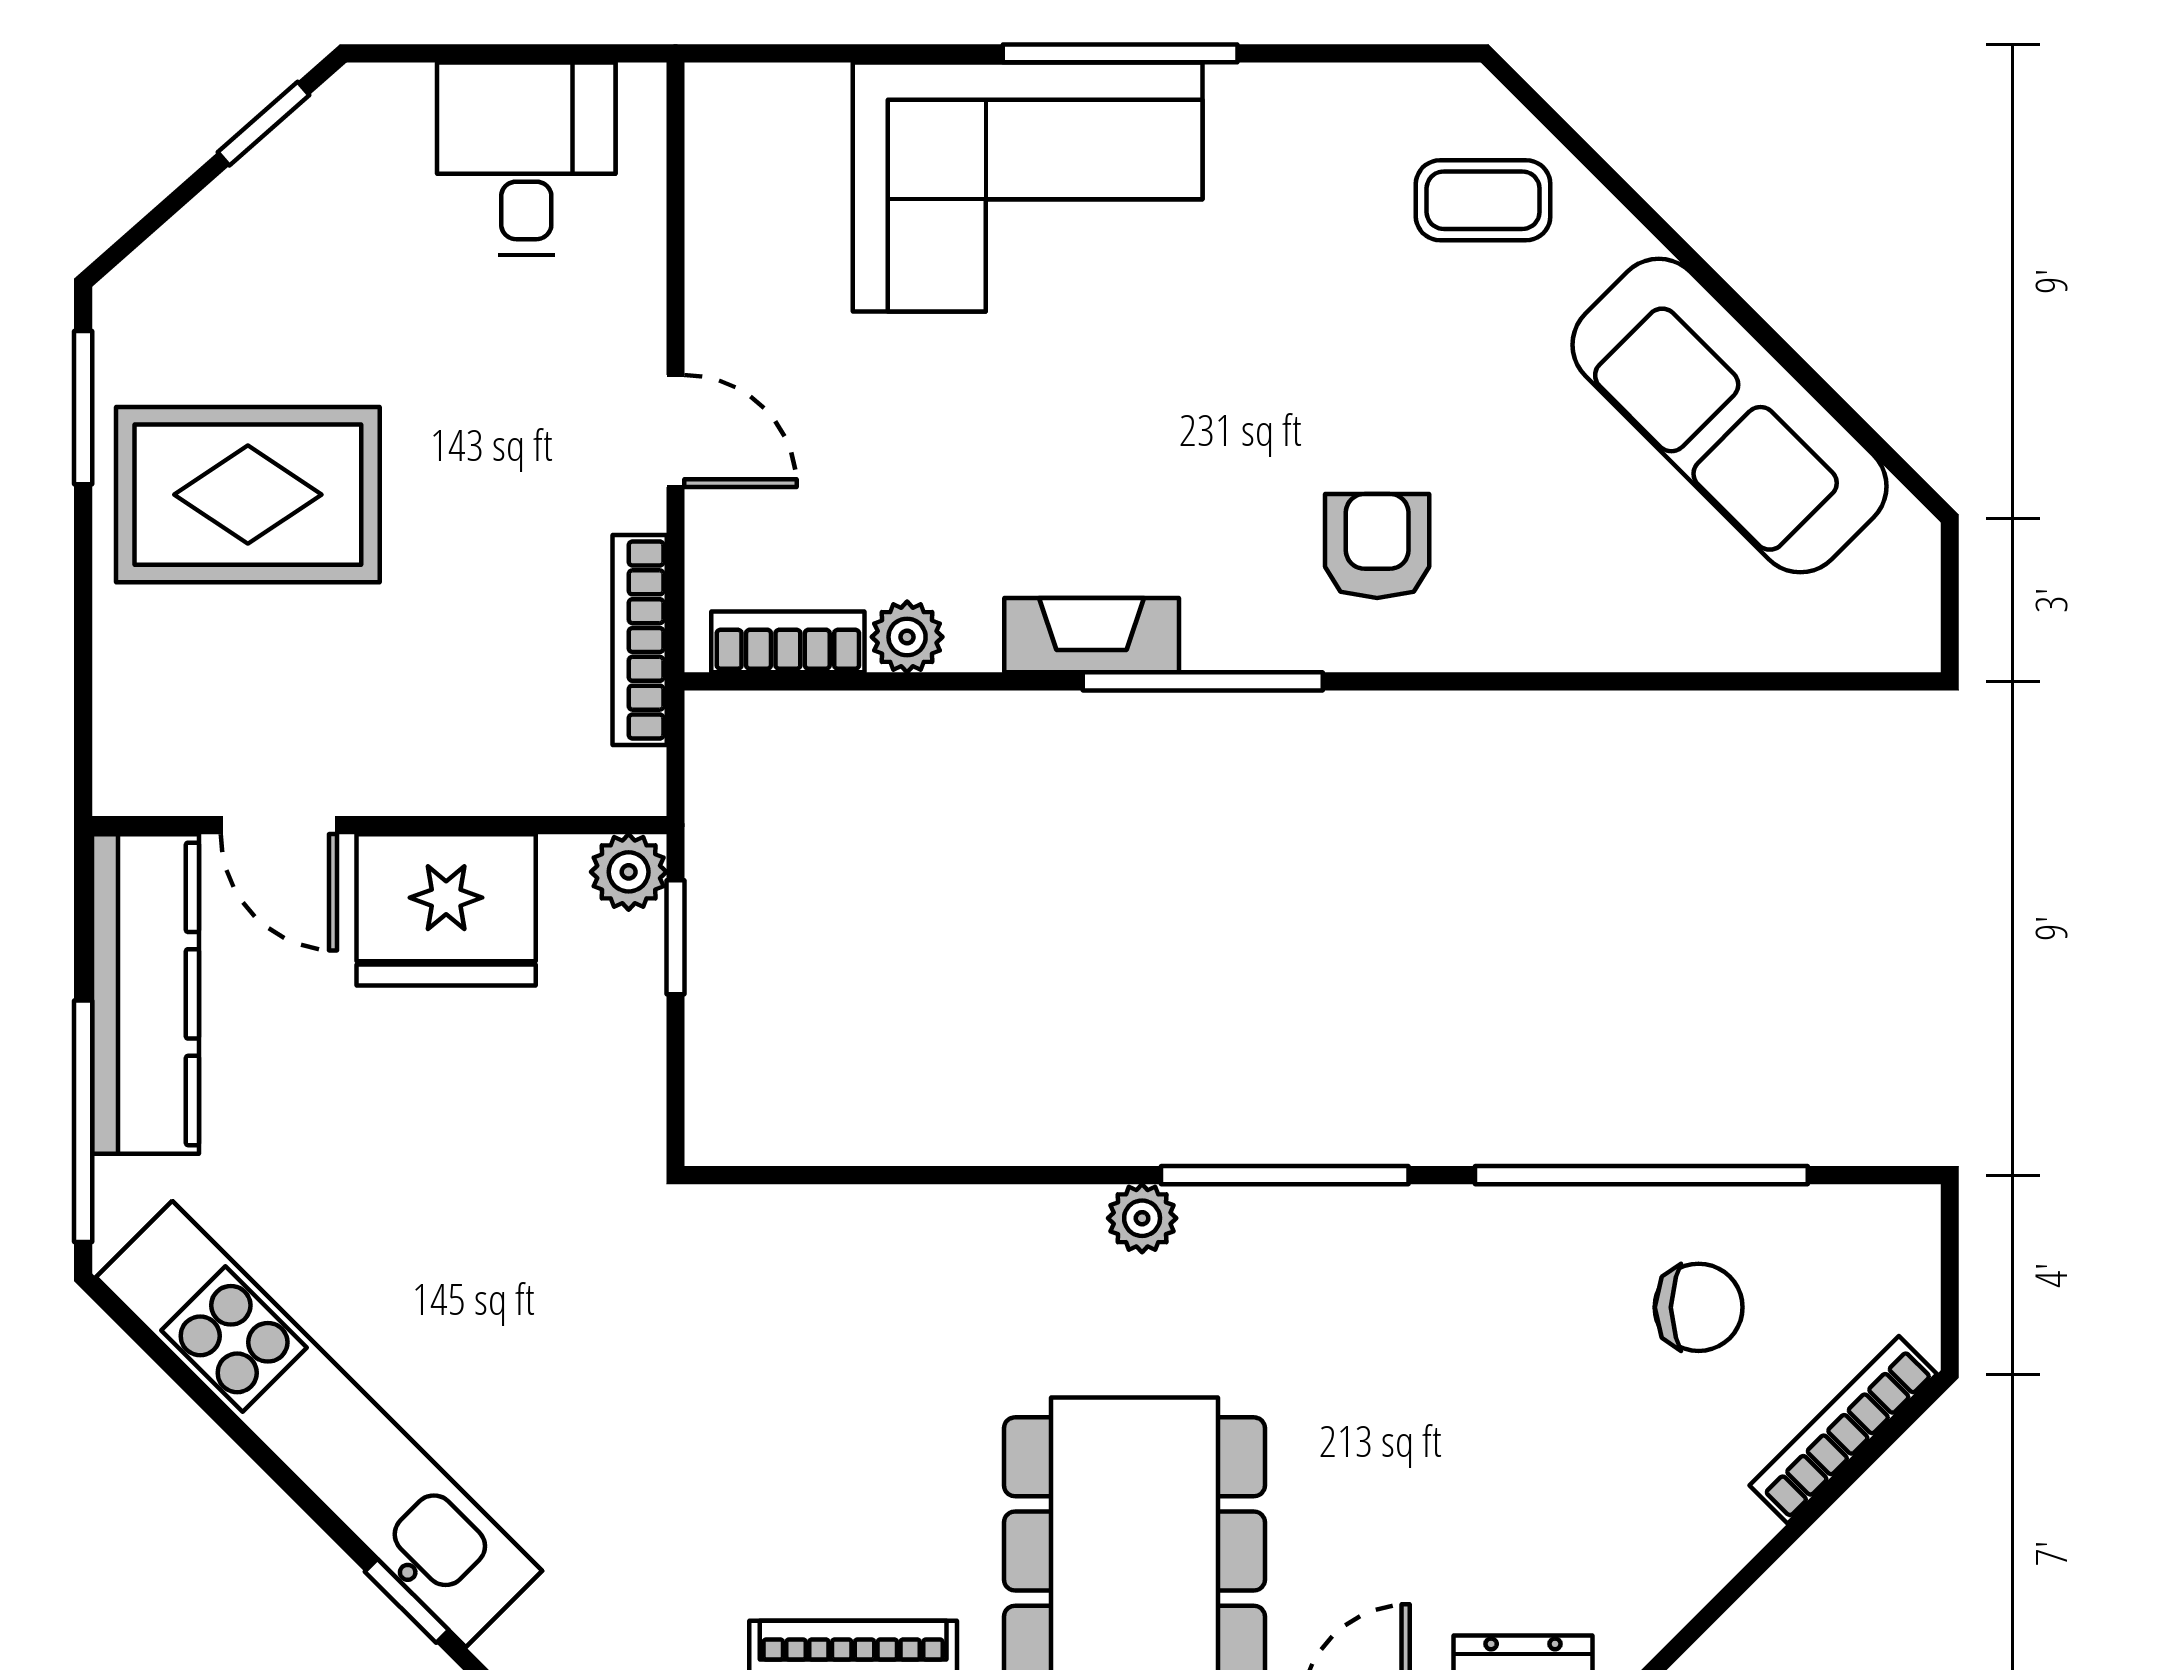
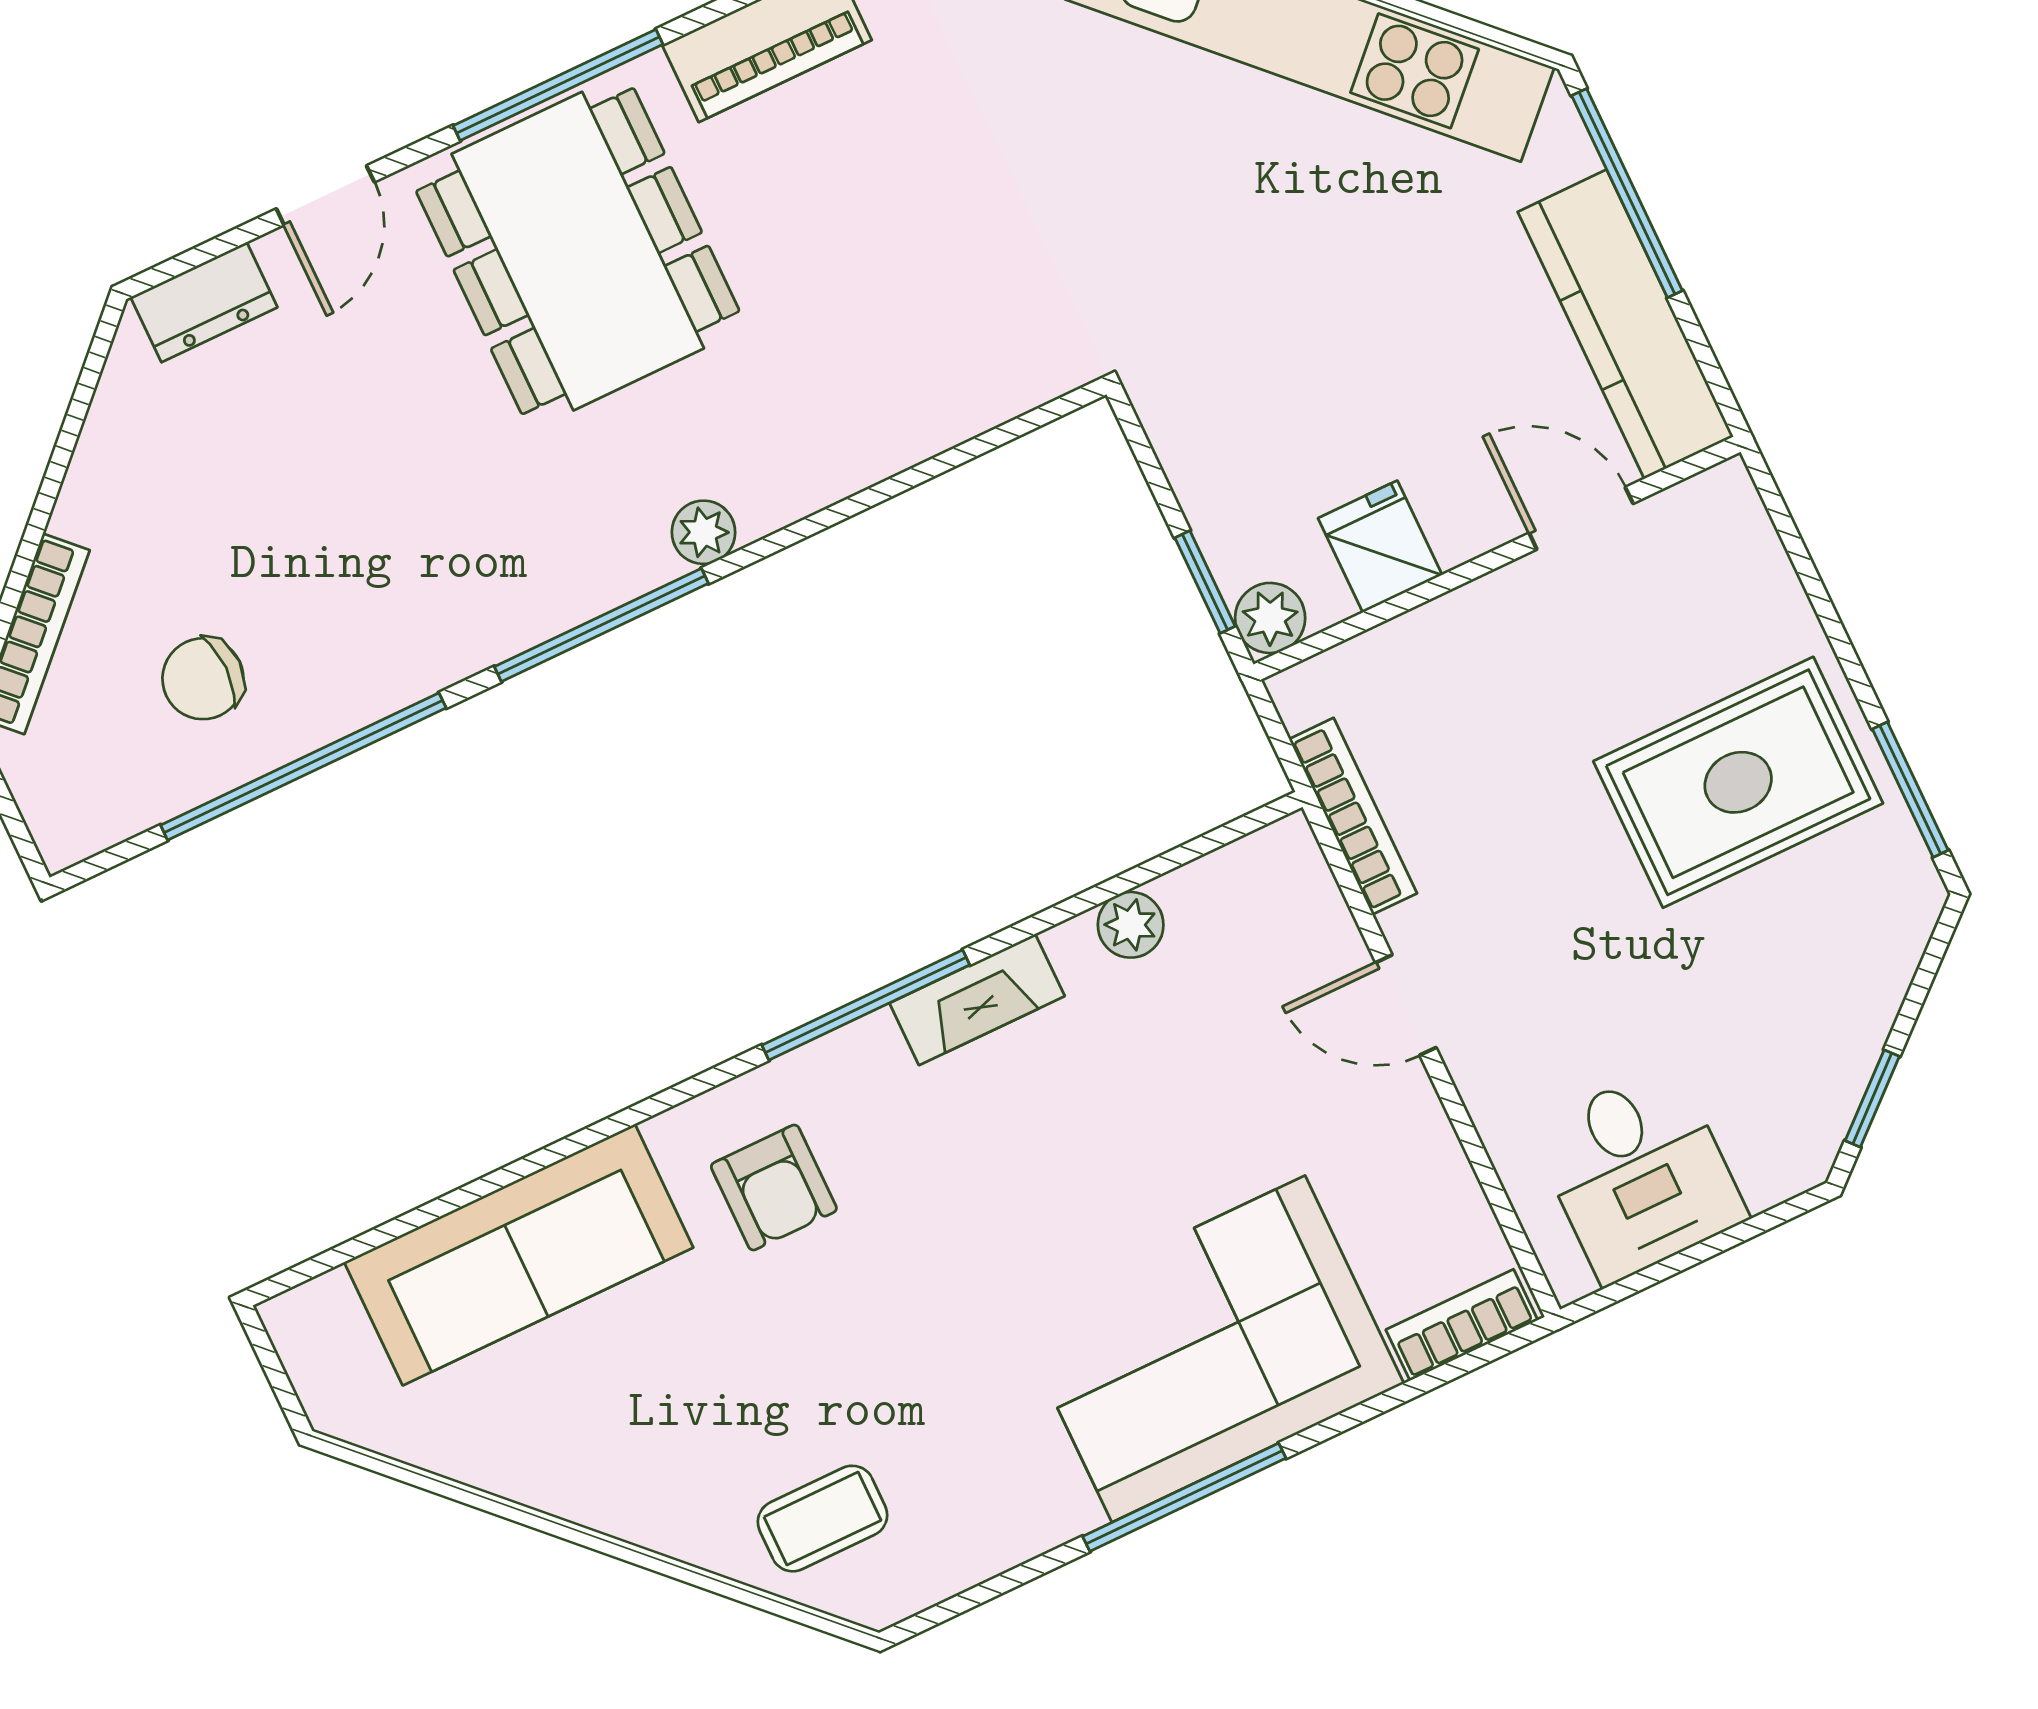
sofa: (1730, 416) -> (519, 1255), moved, turned 135
bookcase: (788, 642) -> (1462, 1325), moved, turned 180
fridge: (446, 910) -> (1380, 547), width x0.53, depth x0.75

